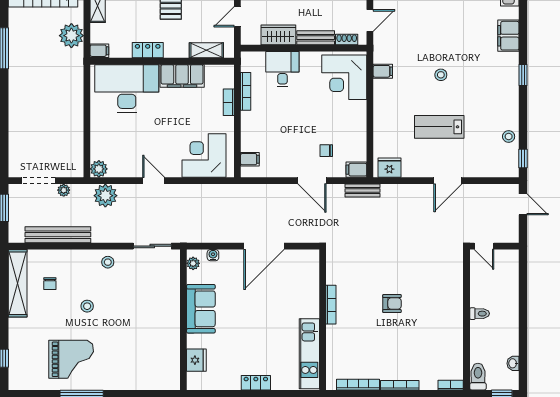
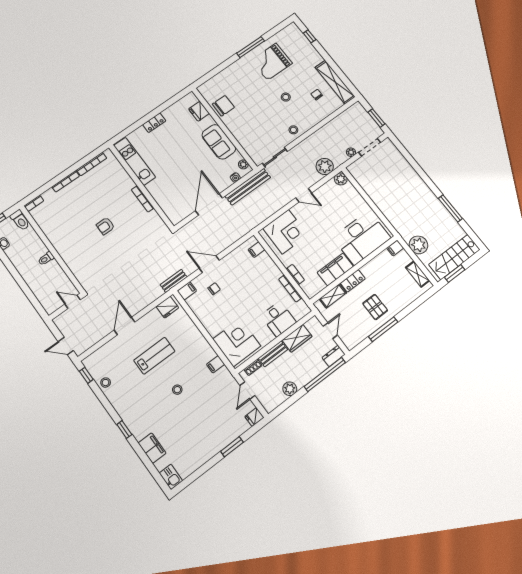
locker: (148, 50) -> (353, 281), moved
bench: (58, 235) -> (248, 187), moved
chair: (165, 347) -> (223, 106), added

